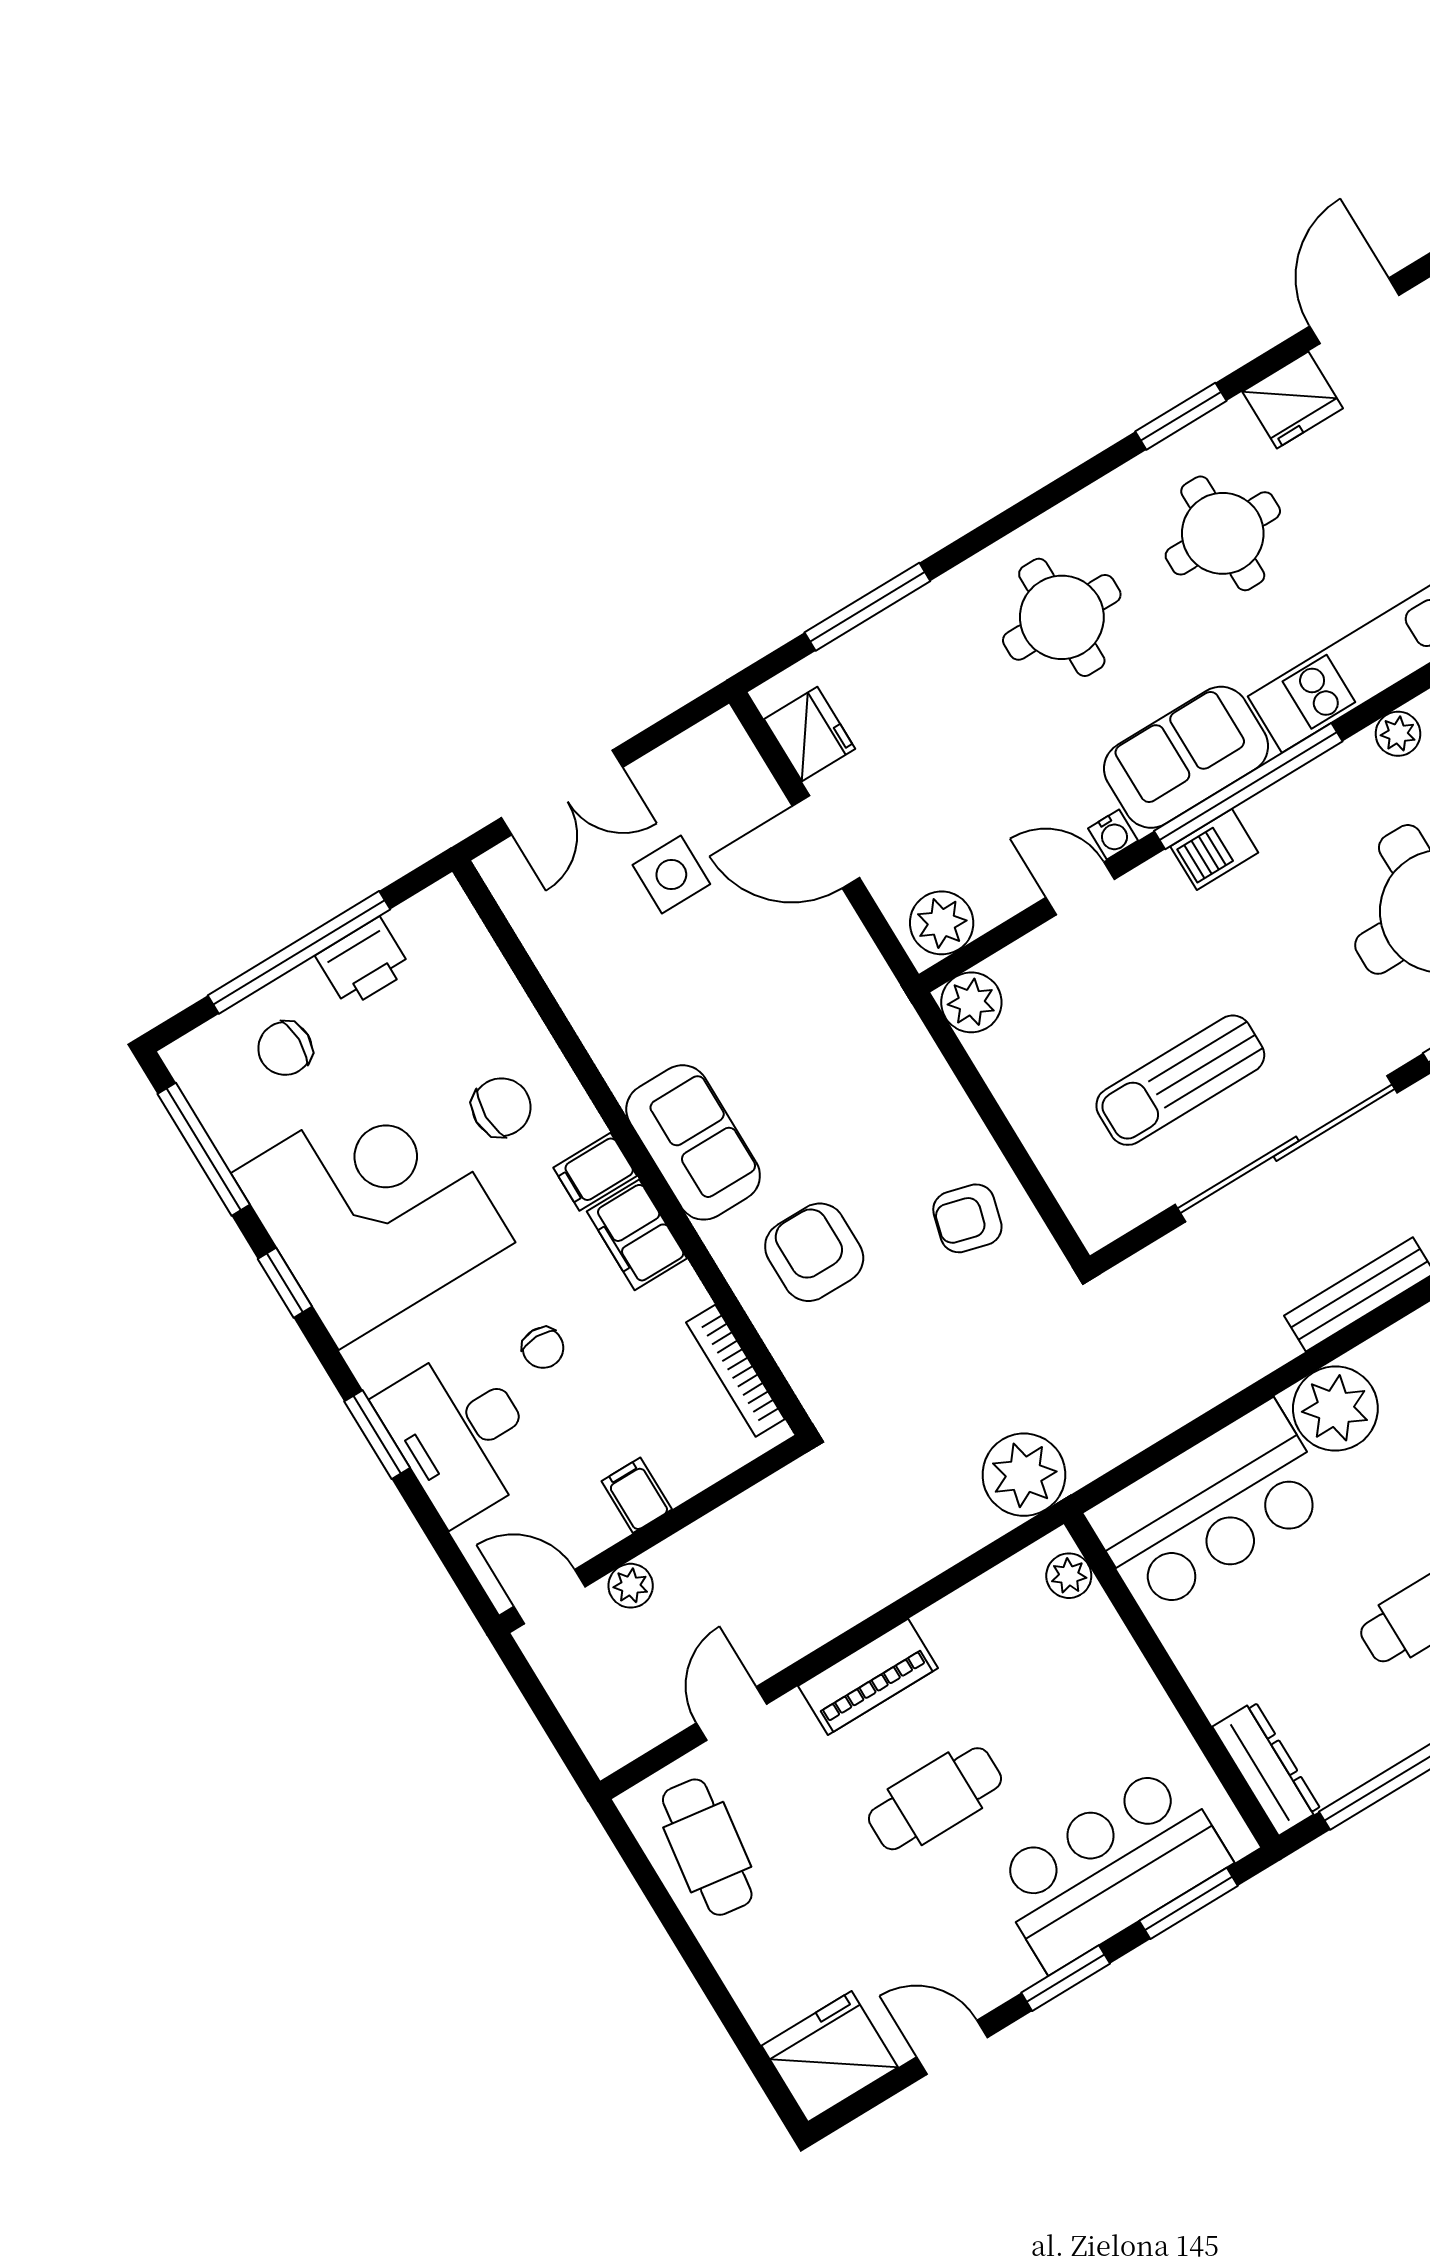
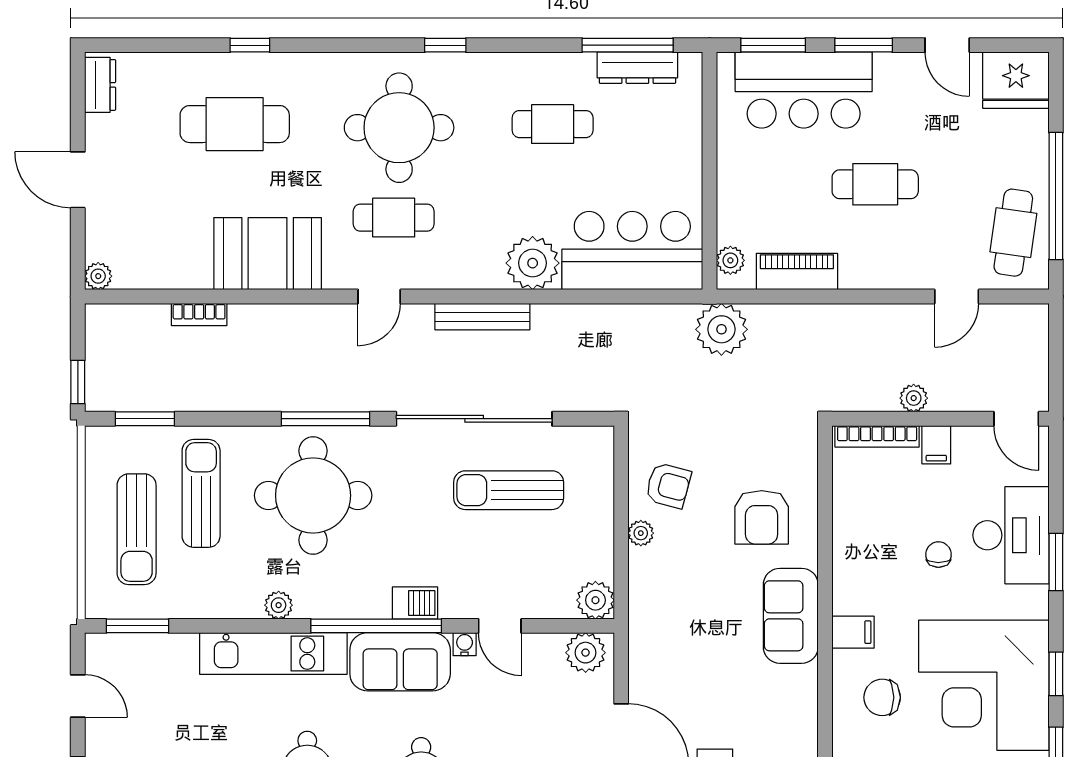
sun lounger: (1180, 1080) -> (509, 490), turned 180
plant: (965, 1131) -> (641, 533), added
filing cabinet: (637, 1235) -> (851, 584), removed
bookcase: (735, 1371) -> (877, 436), moved, turned 90
plant: (631, 1586) -> (914, 398), moved
piano: (868, 1677) -> (797, 272), moved
dresser: (1267, 1768) -> (637, 68), moved, turned -90
window: (680, 1932) -> (1056, 196), added

